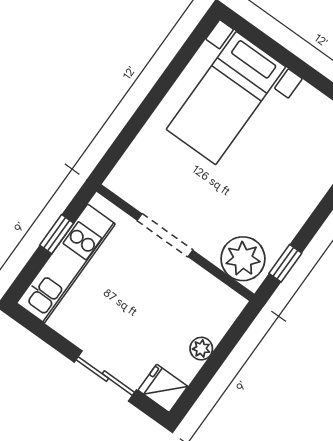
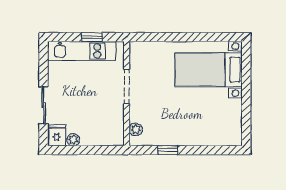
plant: (243, 259) -> (136, 129), width x0.53, depth x0.53
window: (285, 263) -> (168, 150), moved
plant: (201, 349) -> (73, 140), moved

